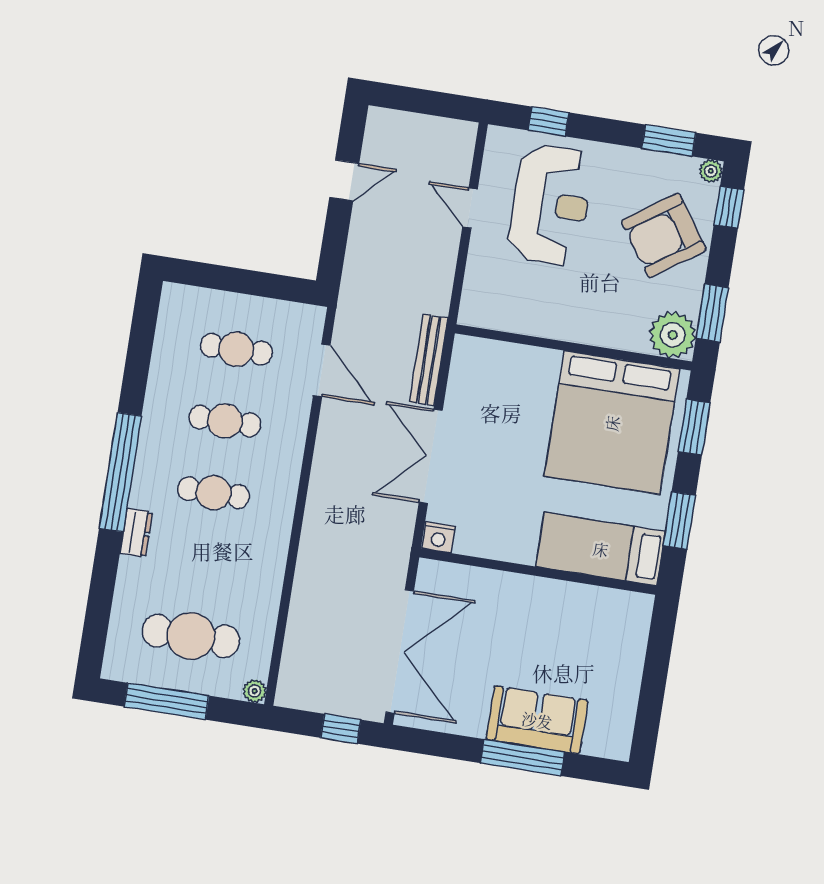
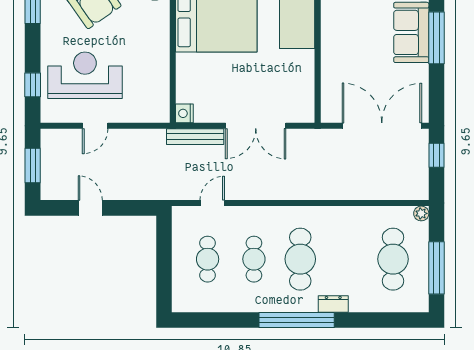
window: (424, 102) -> (33, 166), added
door: (322, 370) -> (212, 203), width x0.73
cafe table: (214, 493) -> (300, 259), width x1.37, depth x1.35
nightstand: (438, 537) -> (184, 113), moved, turned 180

